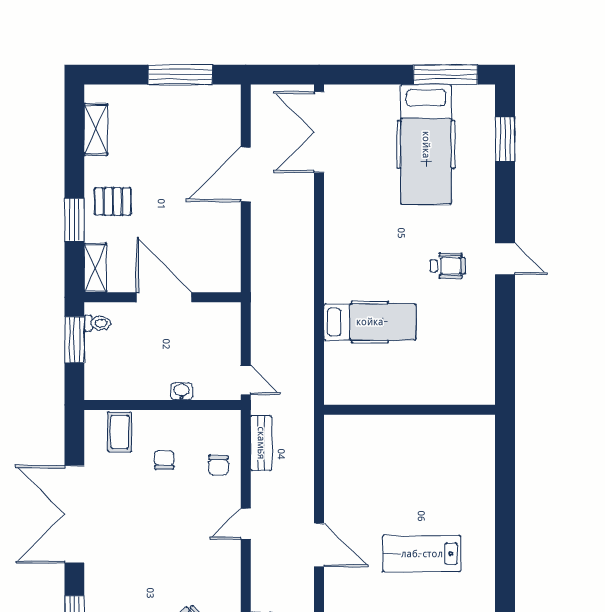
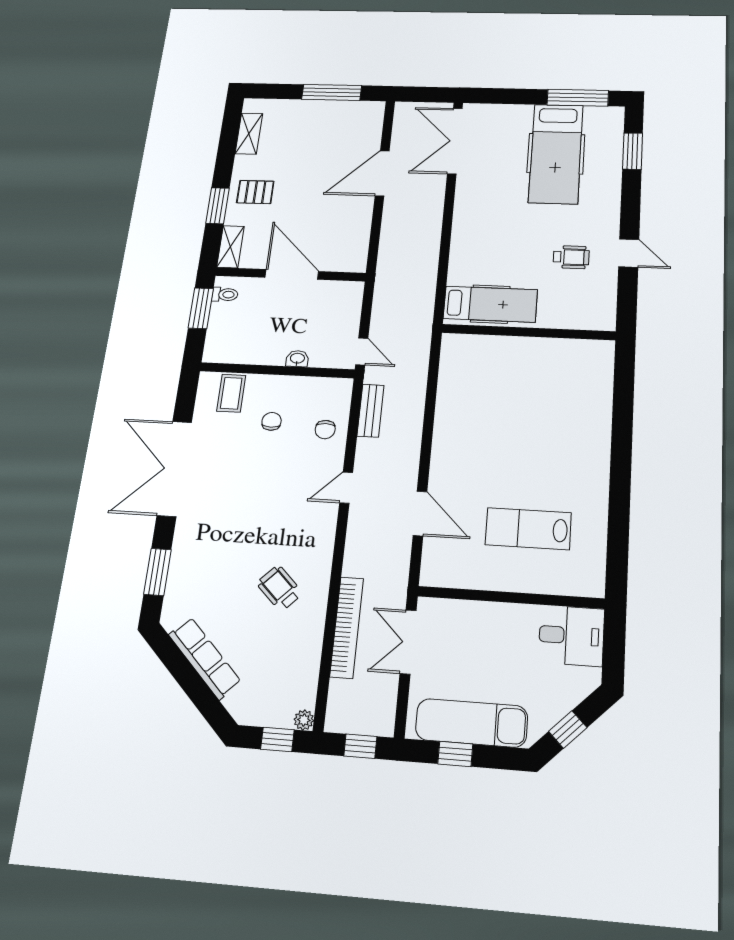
wall: (410, 410) -> (528, 332), moved

